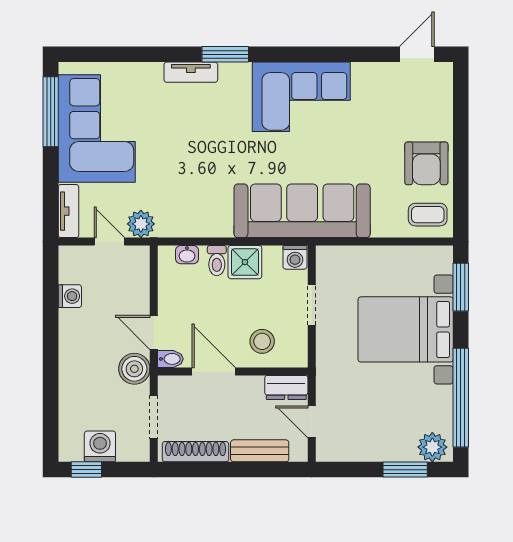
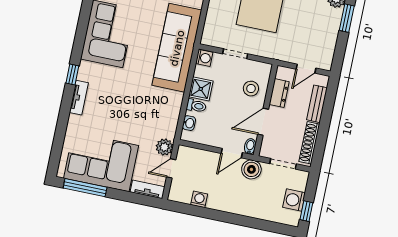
window: (225, 54) -> (72, 75), width x0.67
dresser: (286, 387) -> (279, 93), moved

